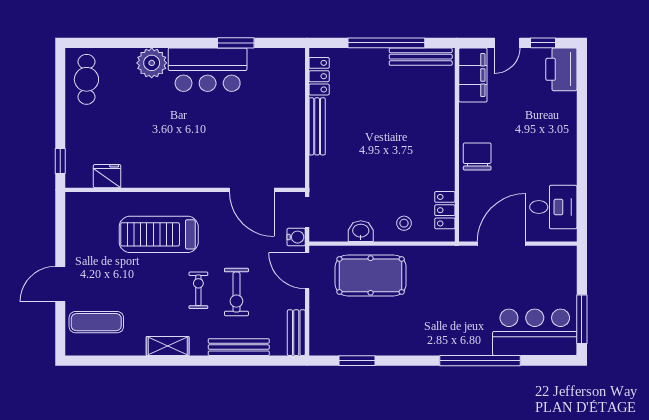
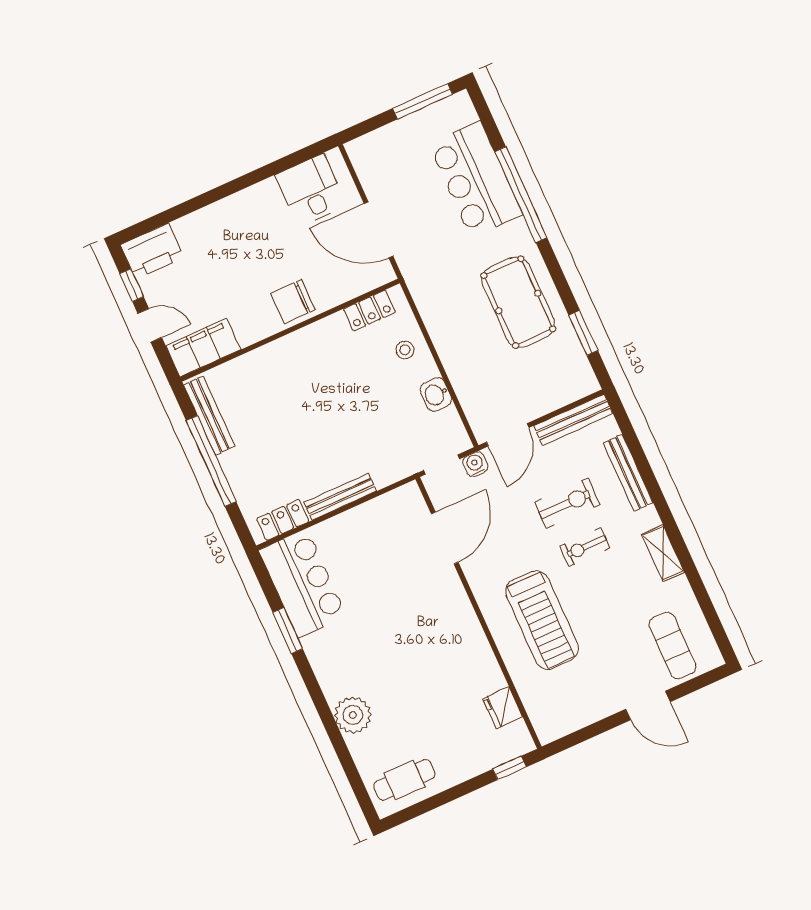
bar counter: (208, 70) -> (303, 583), moved
pool table: (371, 275) -> (518, 302), moved
bar counter: (535, 332) -> (476, 179), moved
bench: (296, 333) -> (573, 420), width x1.36

